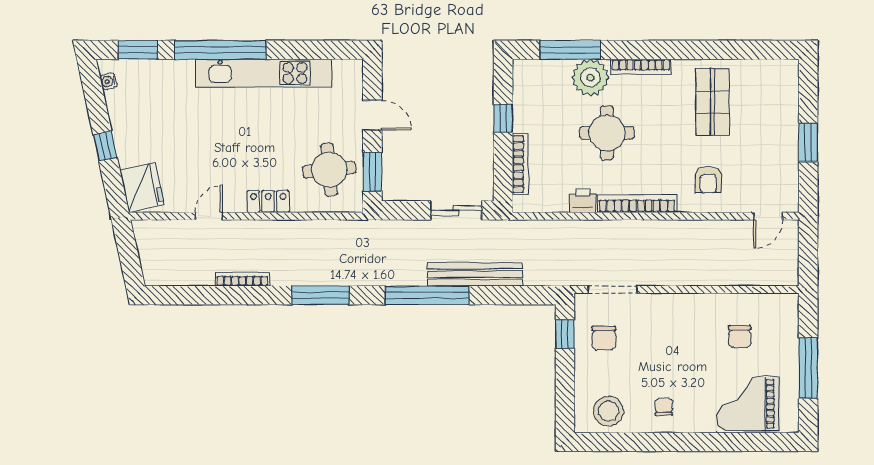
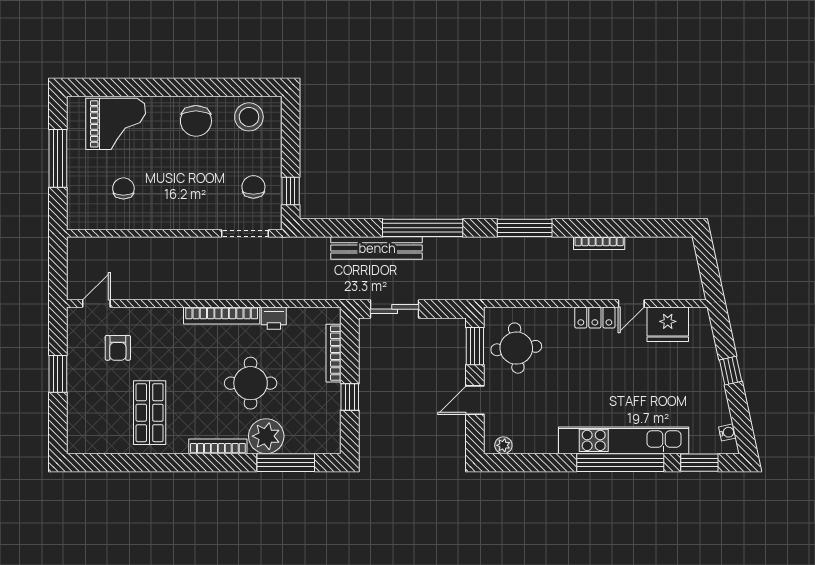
plant: (343, 68) -> (503, 445), added
kitchen unit: (264, 73) -> (624, 440), moved
door: (372, 115) -> (475, 400), hinge flipped
armchair: (708, 180) -> (118, 348), moved, turned 180
fridge: (142, 187) -> (668, 324), moved, turned -78
locker: (268, 202) -> (595, 317), moved
chair: (664, 407) -> (196, 121), width x1.87, depth x1.87

